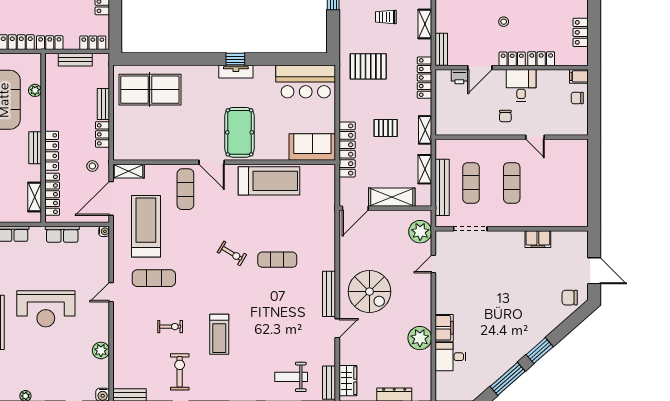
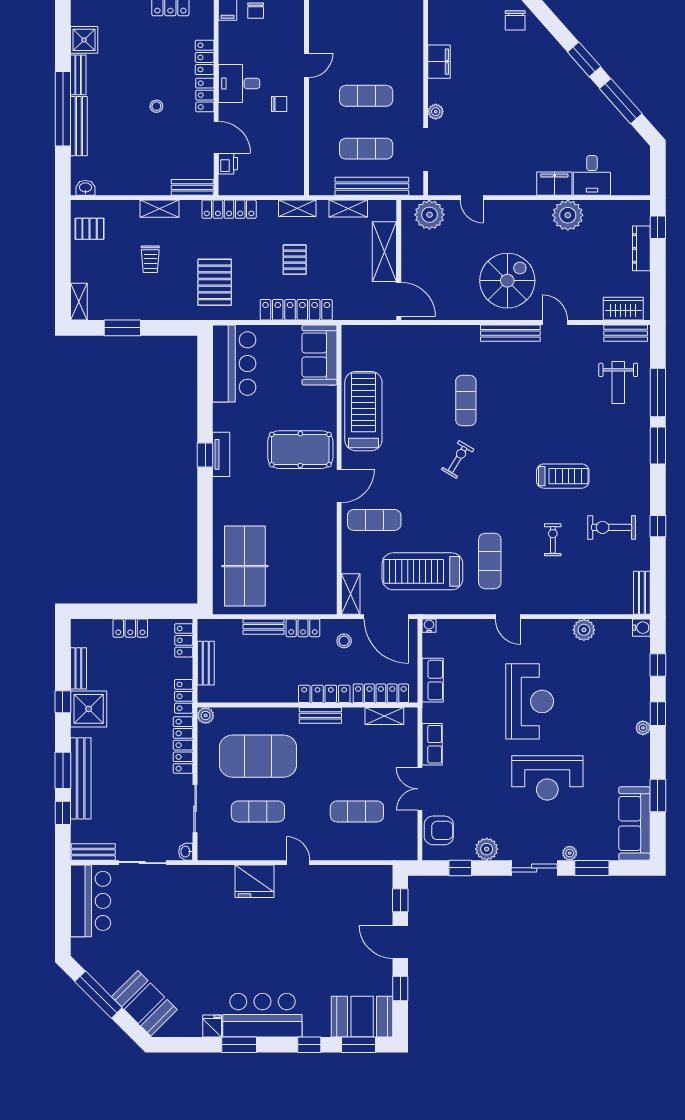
plant: (35, 90) -> (206, 716), moved
locker: (347, 149) -> (296, 310), moved
plant: (499, 236) -> (436, 112), added

